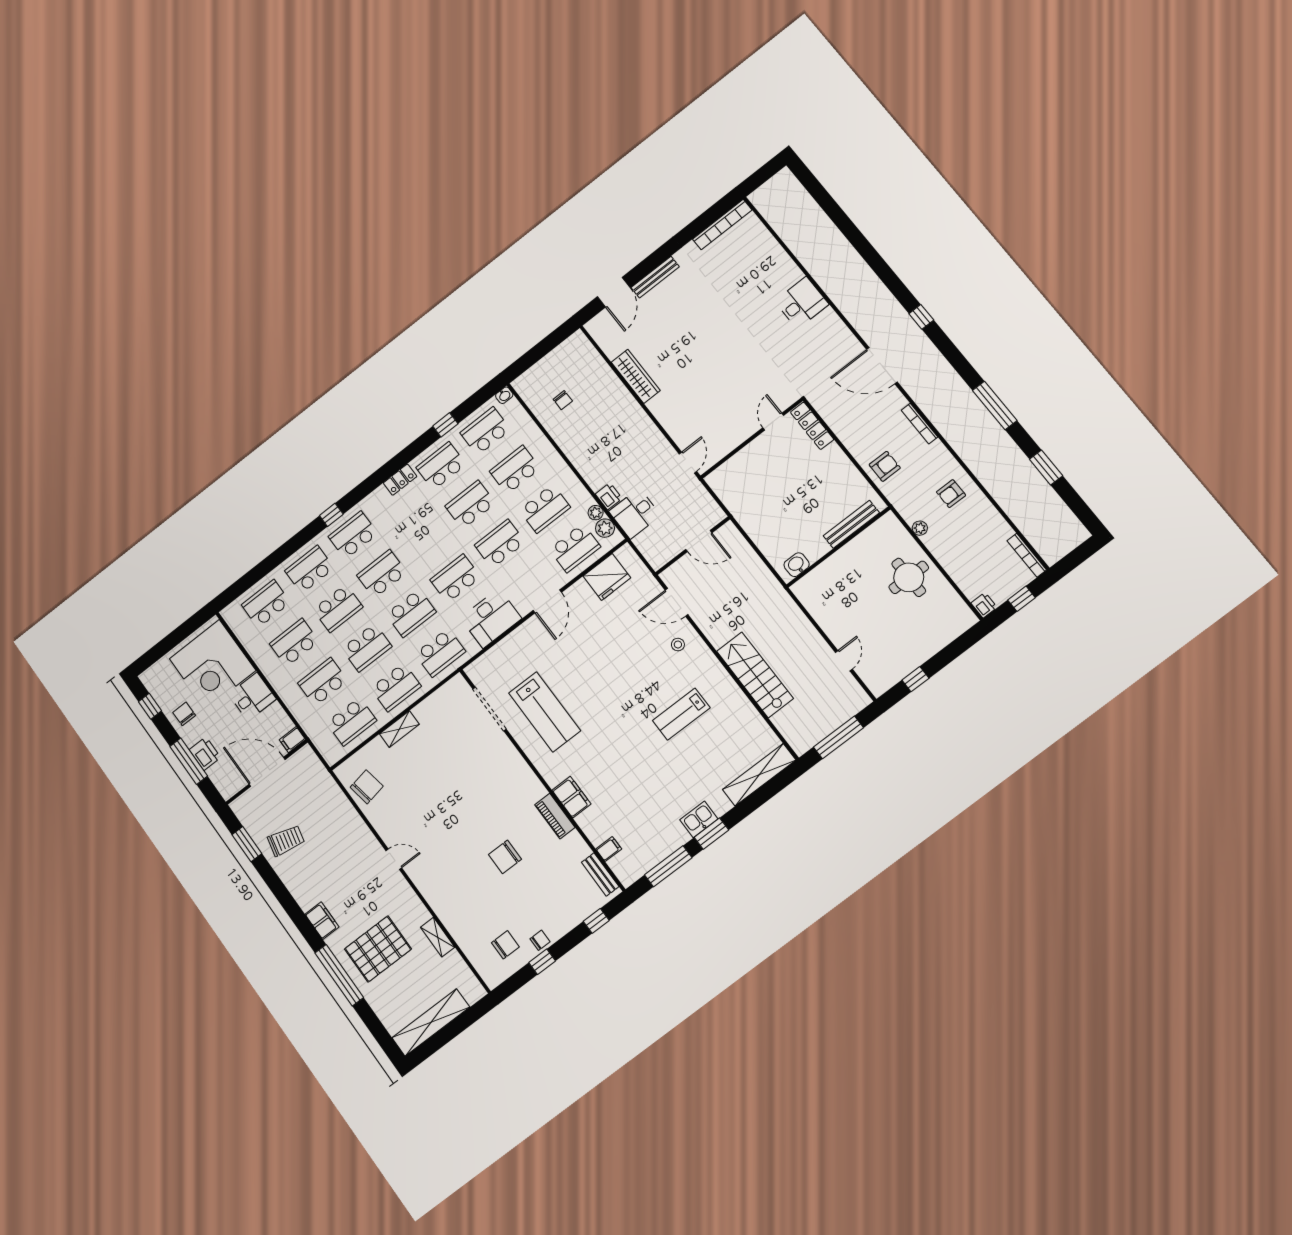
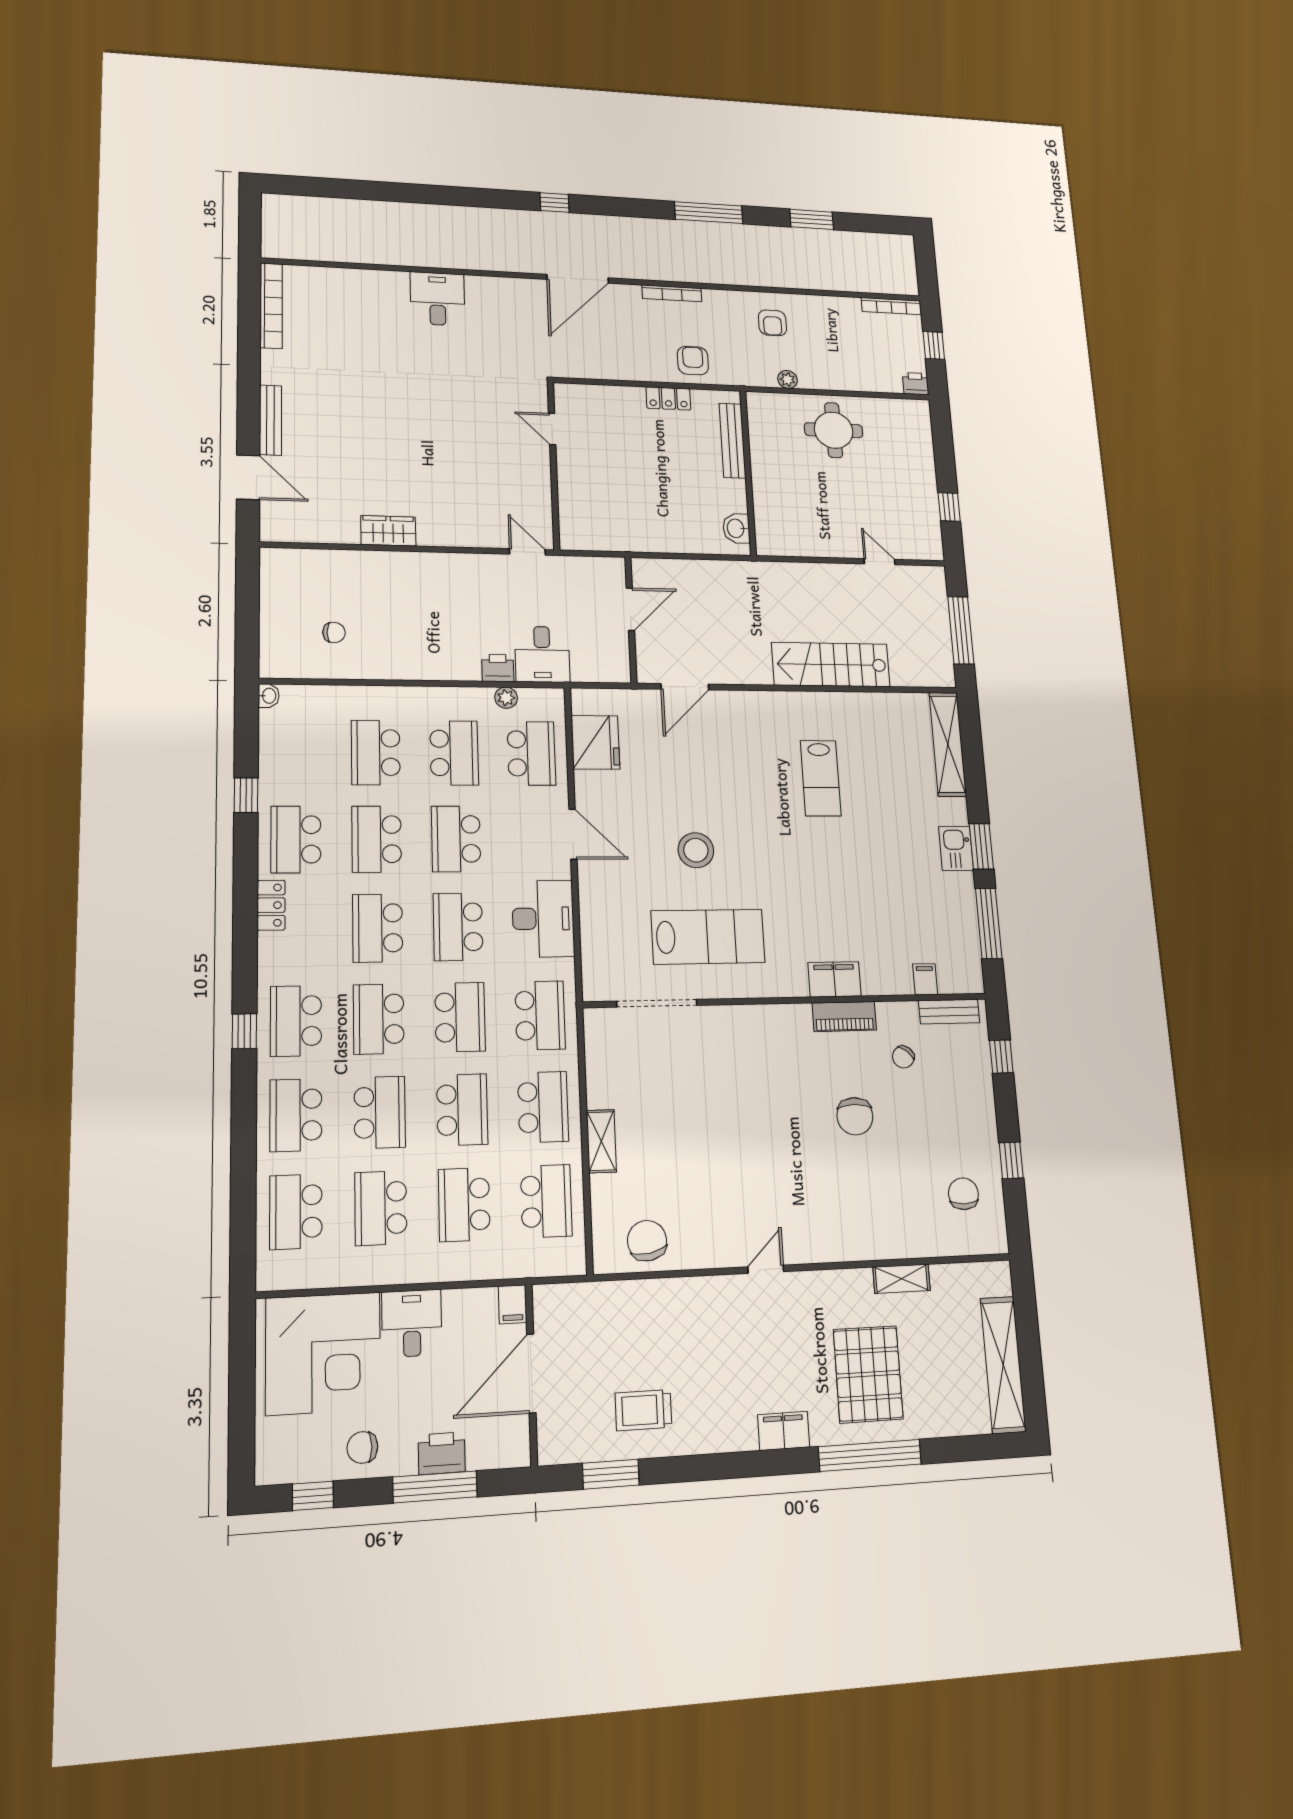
wardrobe: (636, 376) -> (388, 531), width x0.67
locker: (812, 426) -> (668, 398), moved, width x0.66
school desk: (485, 431) -> (378, 928), moved
plant: (605, 528) -> (534, 701), removed
stool: (678, 645) -> (696, 850), moved, width x1.89, depth x1.89
trolley: (286, 840) -> (644, 1410), turned -103
chair: (540, 940) -> (903, 1057), moved, turned -141

